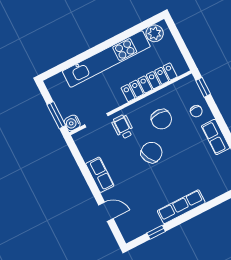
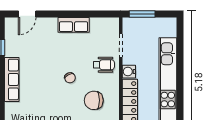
water cooler: (72, 123) -> (129, 72), moved, turned -90
chair: (152, 153) -> (70, 78), width x0.54, depth x0.54
door: (106, 212) -> (27, 14), moved

